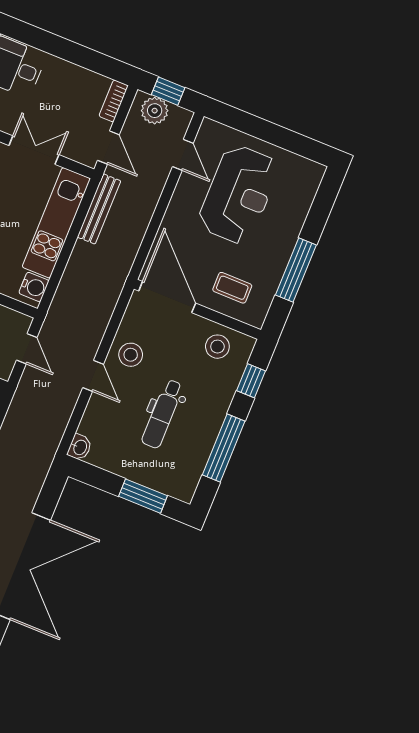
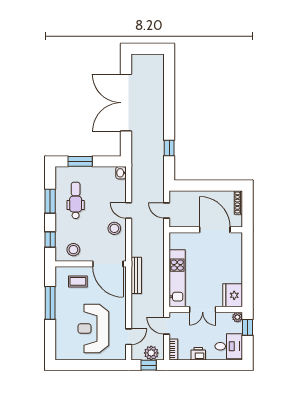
printer: (73, 76) -> (198, 354), added
door: (183, 155) -> (129, 337), swing flipped
bench: (99, 209) -> (136, 275), moved
water cooler: (34, 287) -> (175, 242), removed
dental chair: (162, 414) -> (76, 200), moved
window: (224, 448) -> (50, 201), width x0.69

